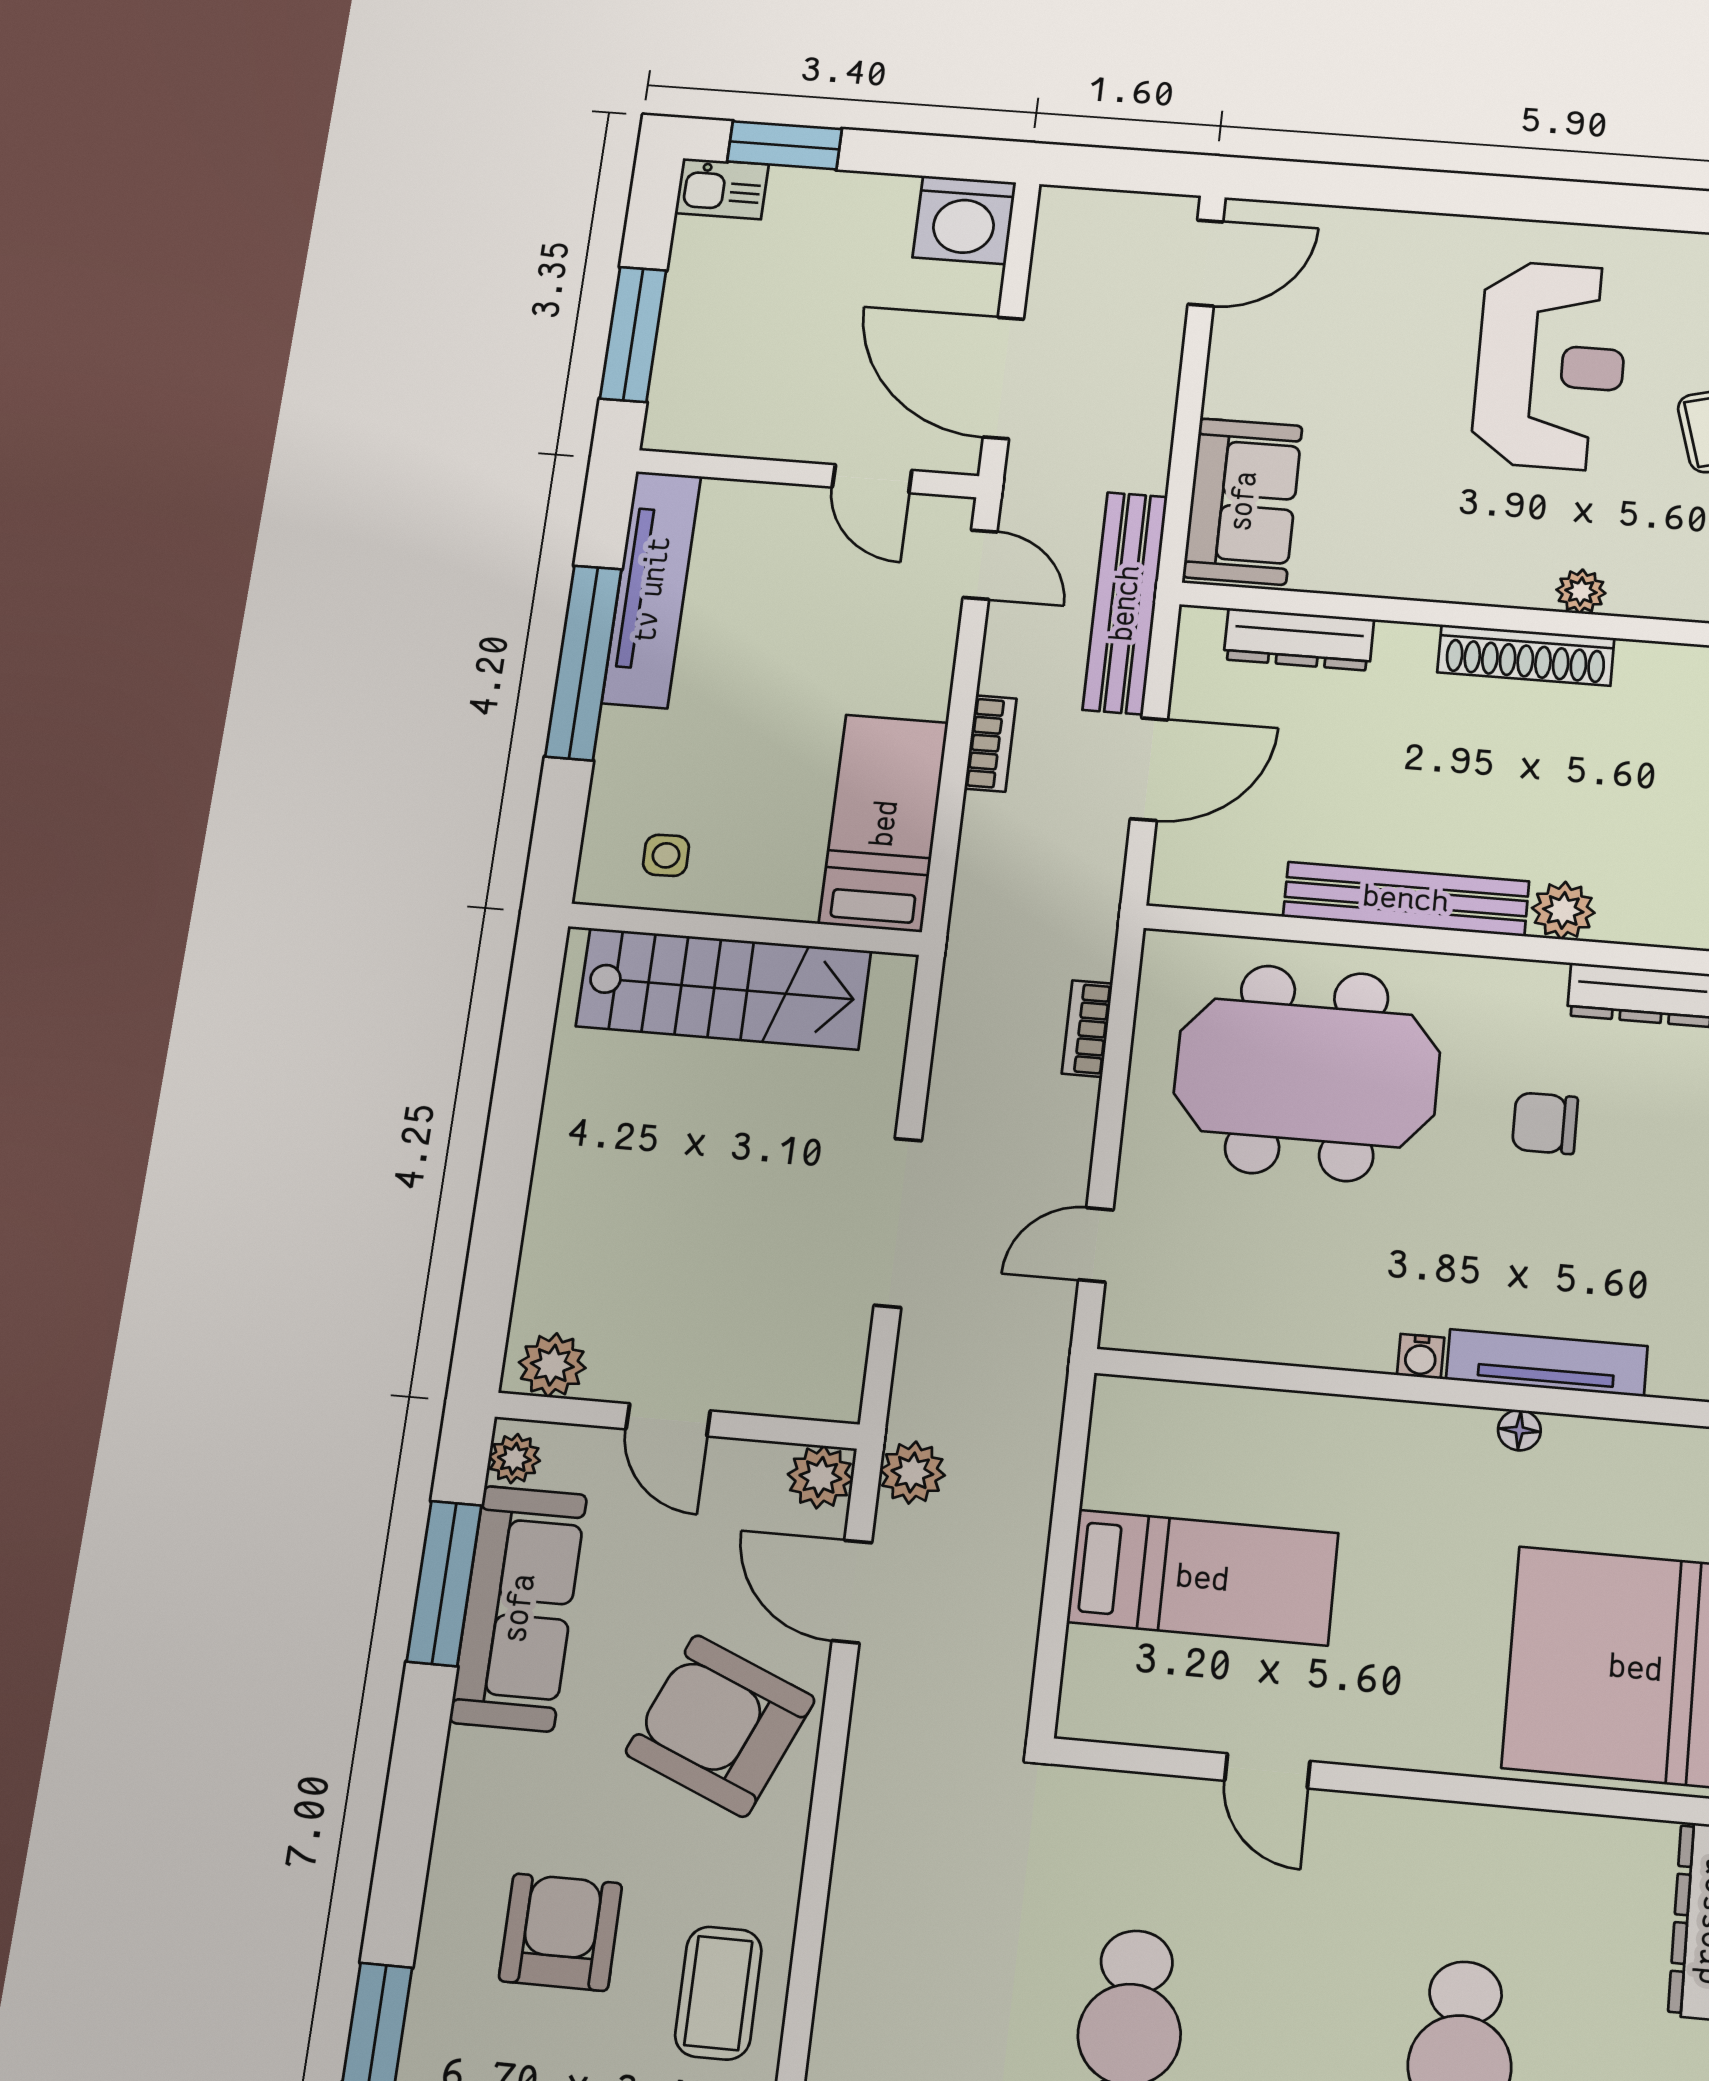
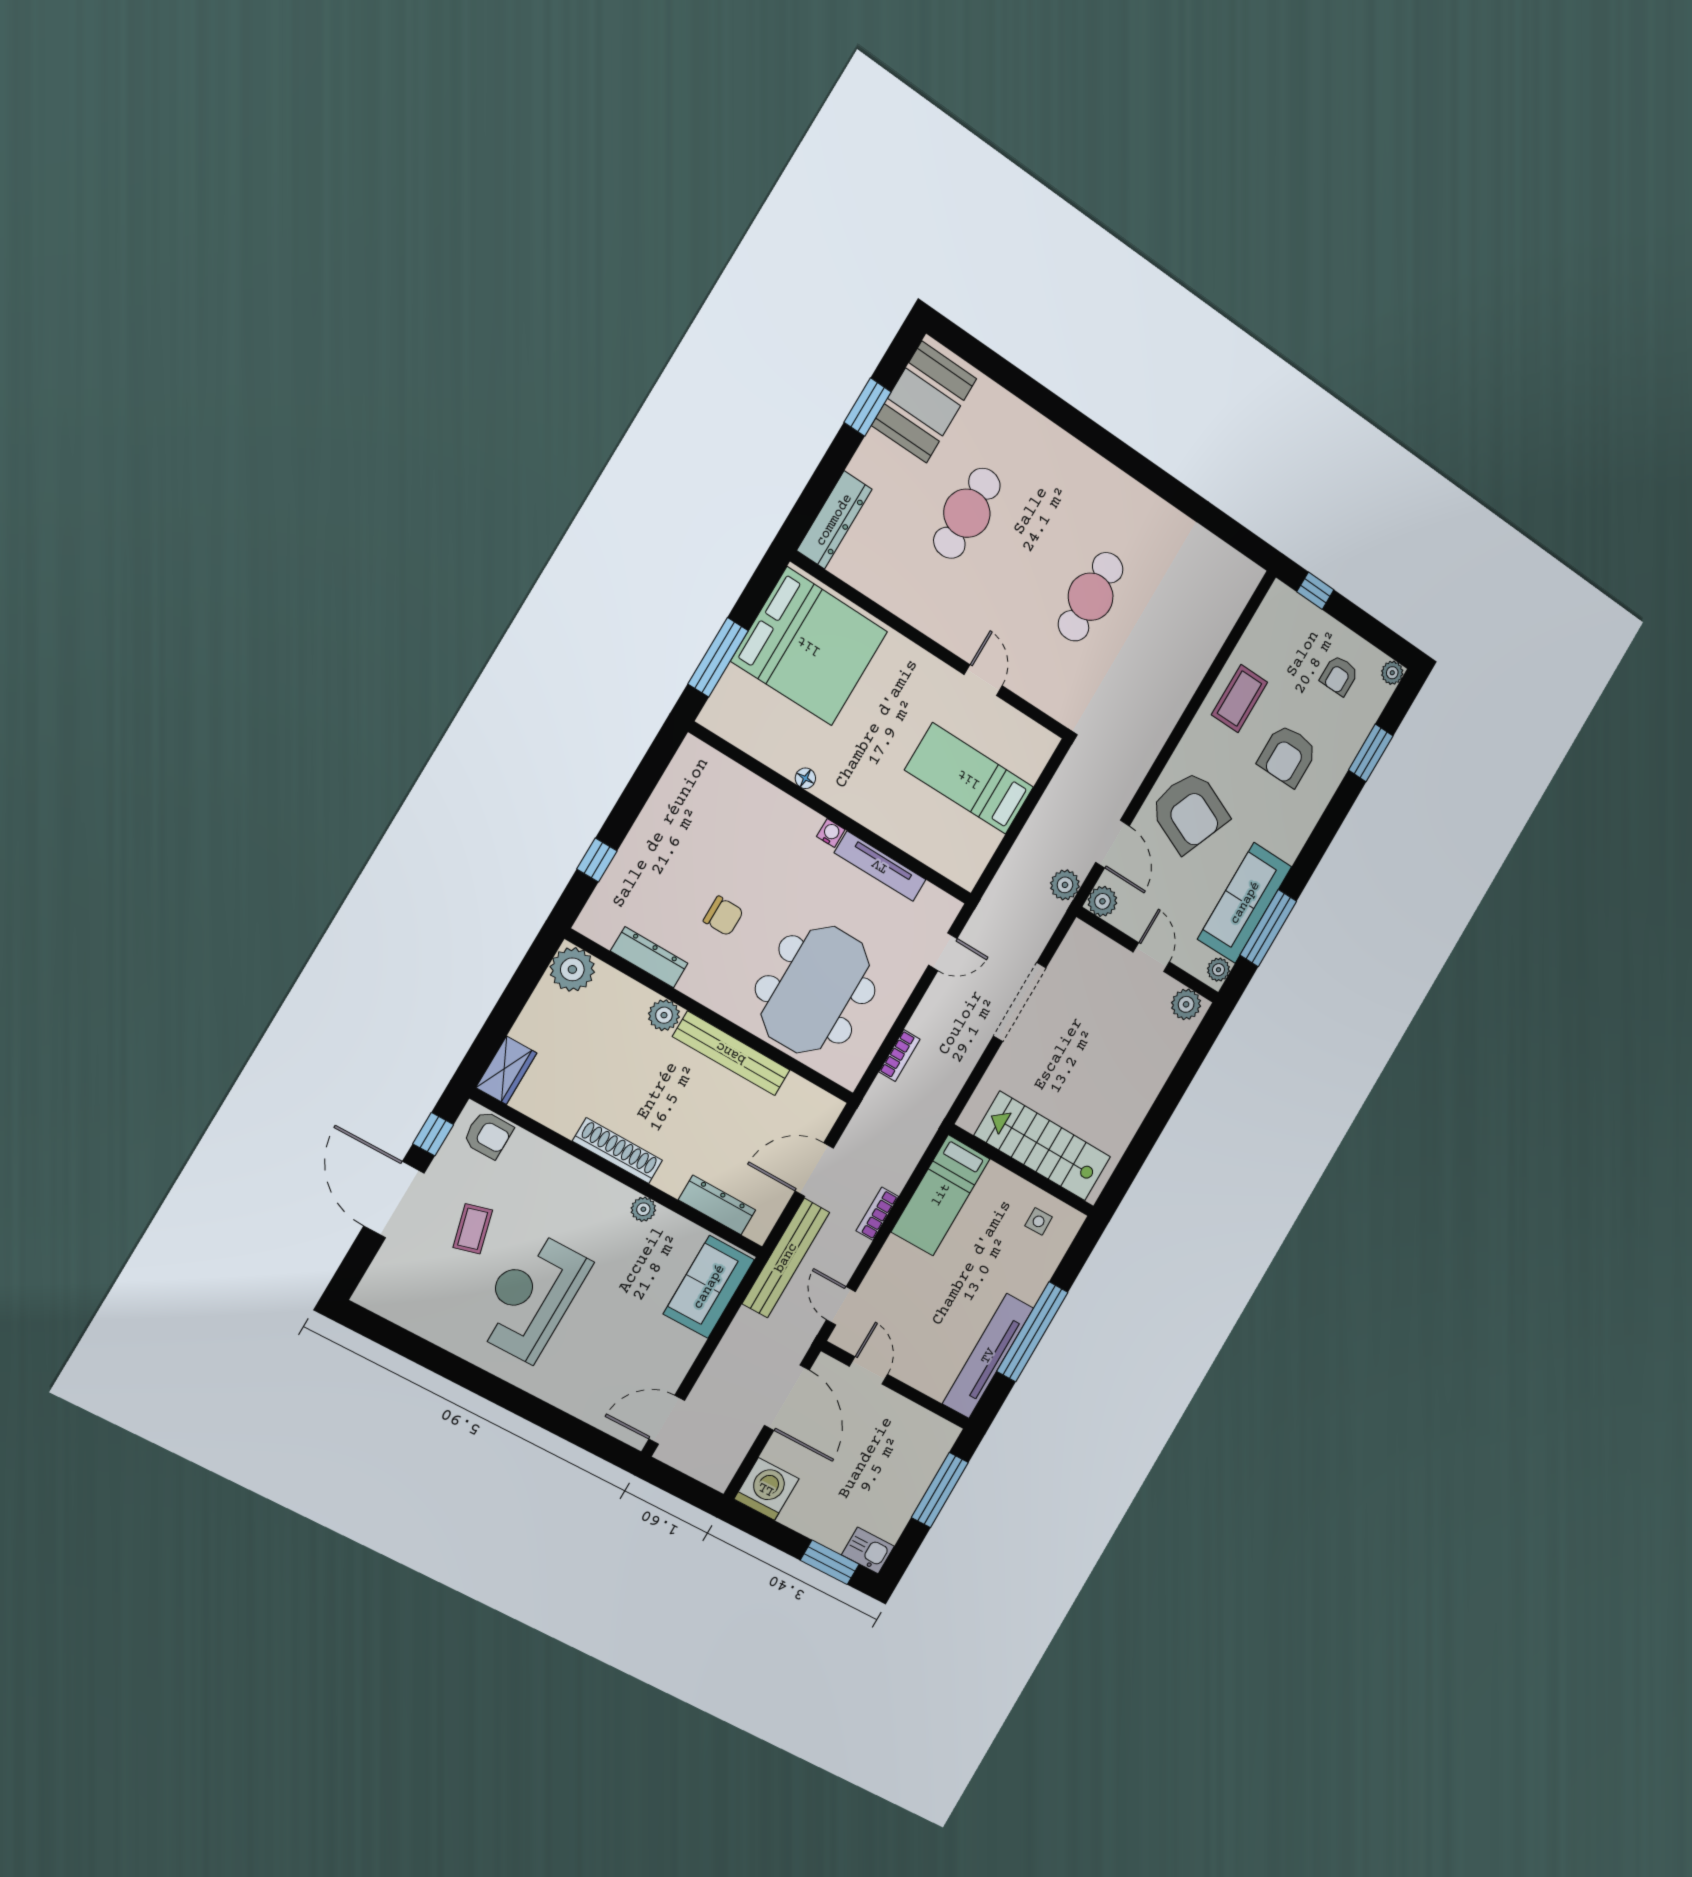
plant: (1581, 591) -> (643, 1209), moved
meeting table: (1307, 1073) -> (815, 990), turned 90
tv unit: (1547, 1363) -> (880, 866), moved

